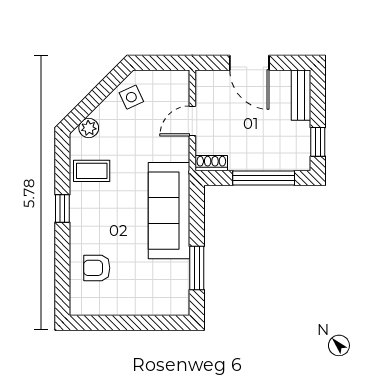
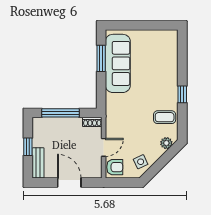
window: (318, 142) -> (28, 147), moved
sofa: (169, 211) -> (118, 63), moved
armchair: (97, 268) -> (115, 167), moved

